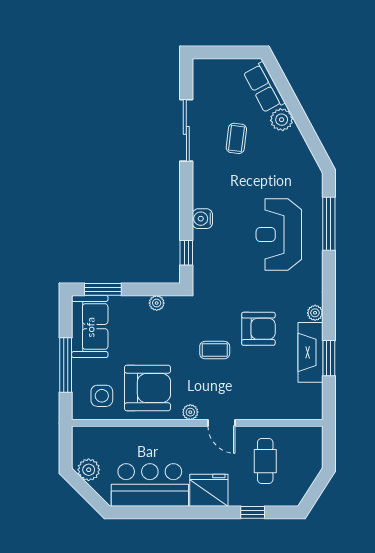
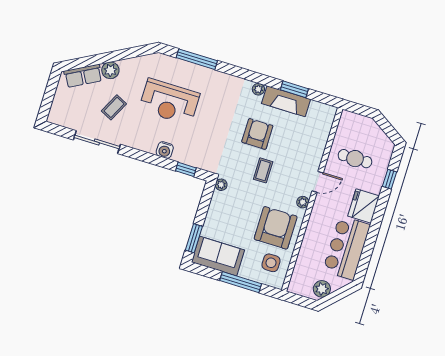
coffee table: (236, 138) -> (114, 107), turned -70
reception desk: (279, 235) -> (169, 102), moved
plant: (157, 303) -> (221, 185), moved

